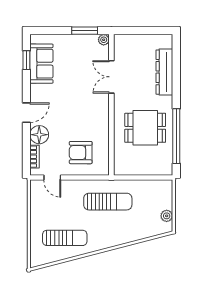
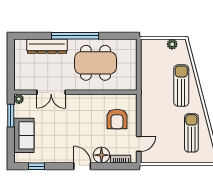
sofa: (41, 64) -> (24, 135), moved, turned 90
dining table: (145, 128) -> (95, 63), width x1.38
window: (176, 136) -> (75, 36), moved
sun lounger: (108, 202) -> (181, 85), moved

